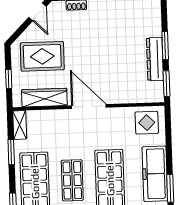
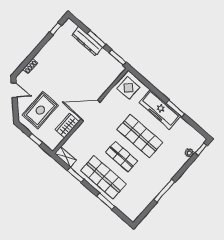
dresser: (155, 59) -> (87, 41), moved
wardrobe: (44, 98) -> (67, 126), width x0.67

